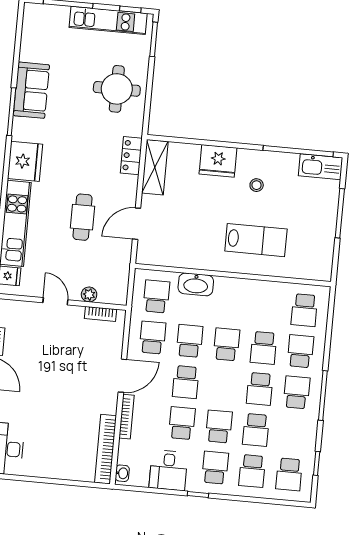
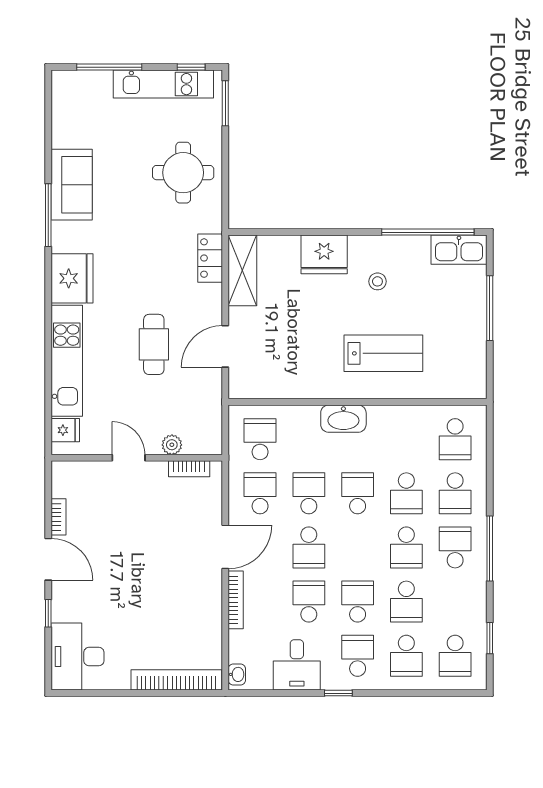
washbasin: (196, 284) -> (343, 419), moved
school desk: (300, 351) -> (455, 493), turned 180
bookcase: (106, 449) -> (176, 680), moved, turned 90

